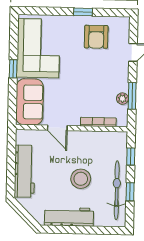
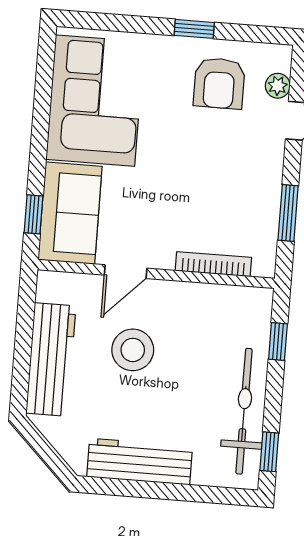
window: (13, 69) -> (33, 214), moved
plant: (122, 99) -> (278, 86), moved
door: (57, 128) -> (126, 272), hinge flipped
stool: (81, 179) -> (133, 350), moved
window: (130, 192) -> (269, 452), moved

